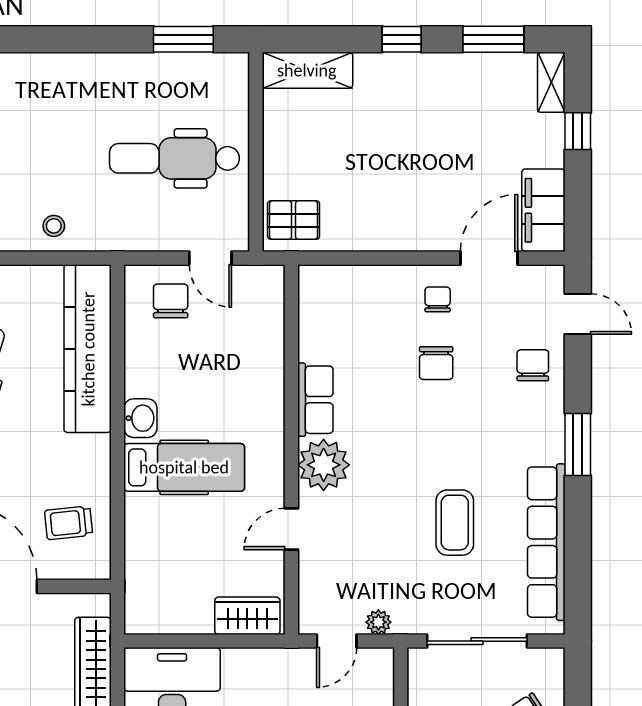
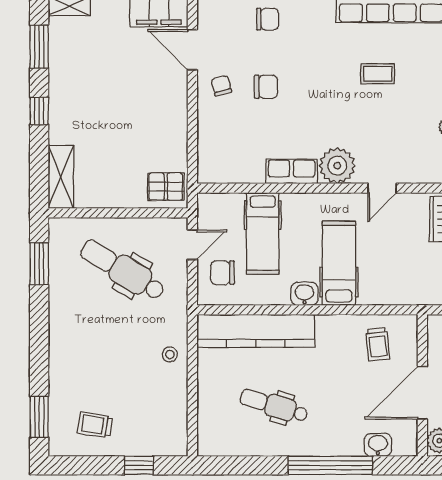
dental chair: (174, 158) -> (123, 270), turned 121
pallet: (294, 220) -> (166, 187), turned 90
chair: (438, 299) -> (221, 86), turned 74
hospital bed: (227, 358) -> (263, 233), added
chair: (533, 365) -> (267, 19), turned 180
coffee table: (455, 523) -> (378, 74), width x0.73, depth x0.77
door: (291, 529) -> (382, 188), hinge flipped

